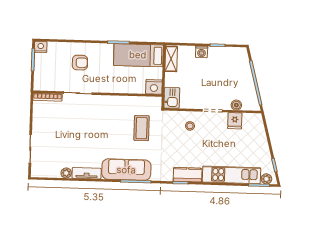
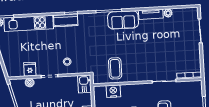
nightstand: (154, 87) -> (113, 91), moved
coffee table: (142, 128) -> (115, 68), moved
sofa: (126, 170) -> (123, 20), width x0.73

